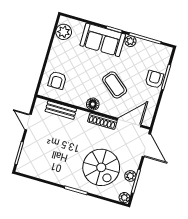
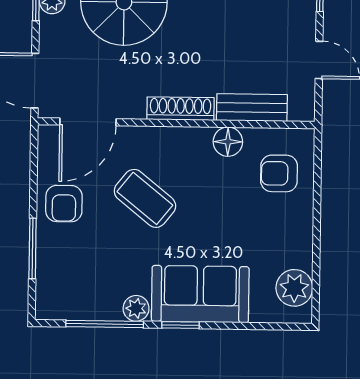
armchair: (154, 79) -> (64, 204), moved
armchair: (57, 80) -> (279, 173), turned -90
floor lamp: (93, 104) -> (228, 142), moved
shoe rack: (102, 121) -> (181, 109), moved

